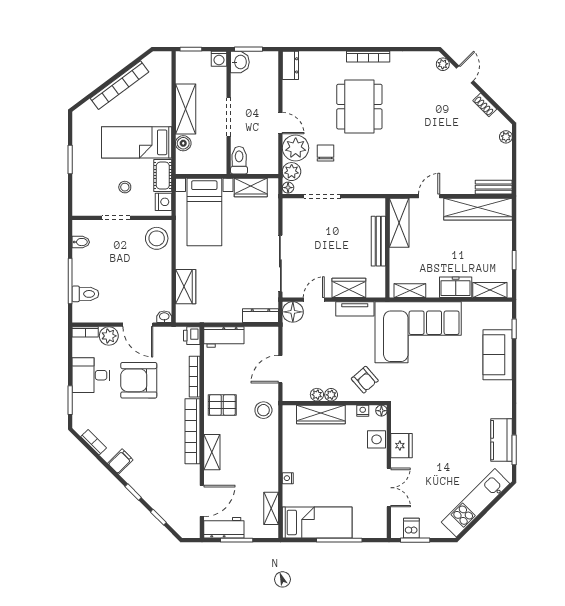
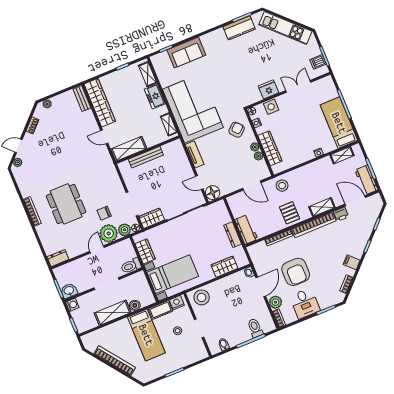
dining table: (359, 107) -> (66, 204), turned 90
wardrobe: (349, 288) -> (152, 218), moved, turned 90
dresser: (261, 316) -> (233, 235), moved
printer: (192, 336) -> (341, 214), moved

